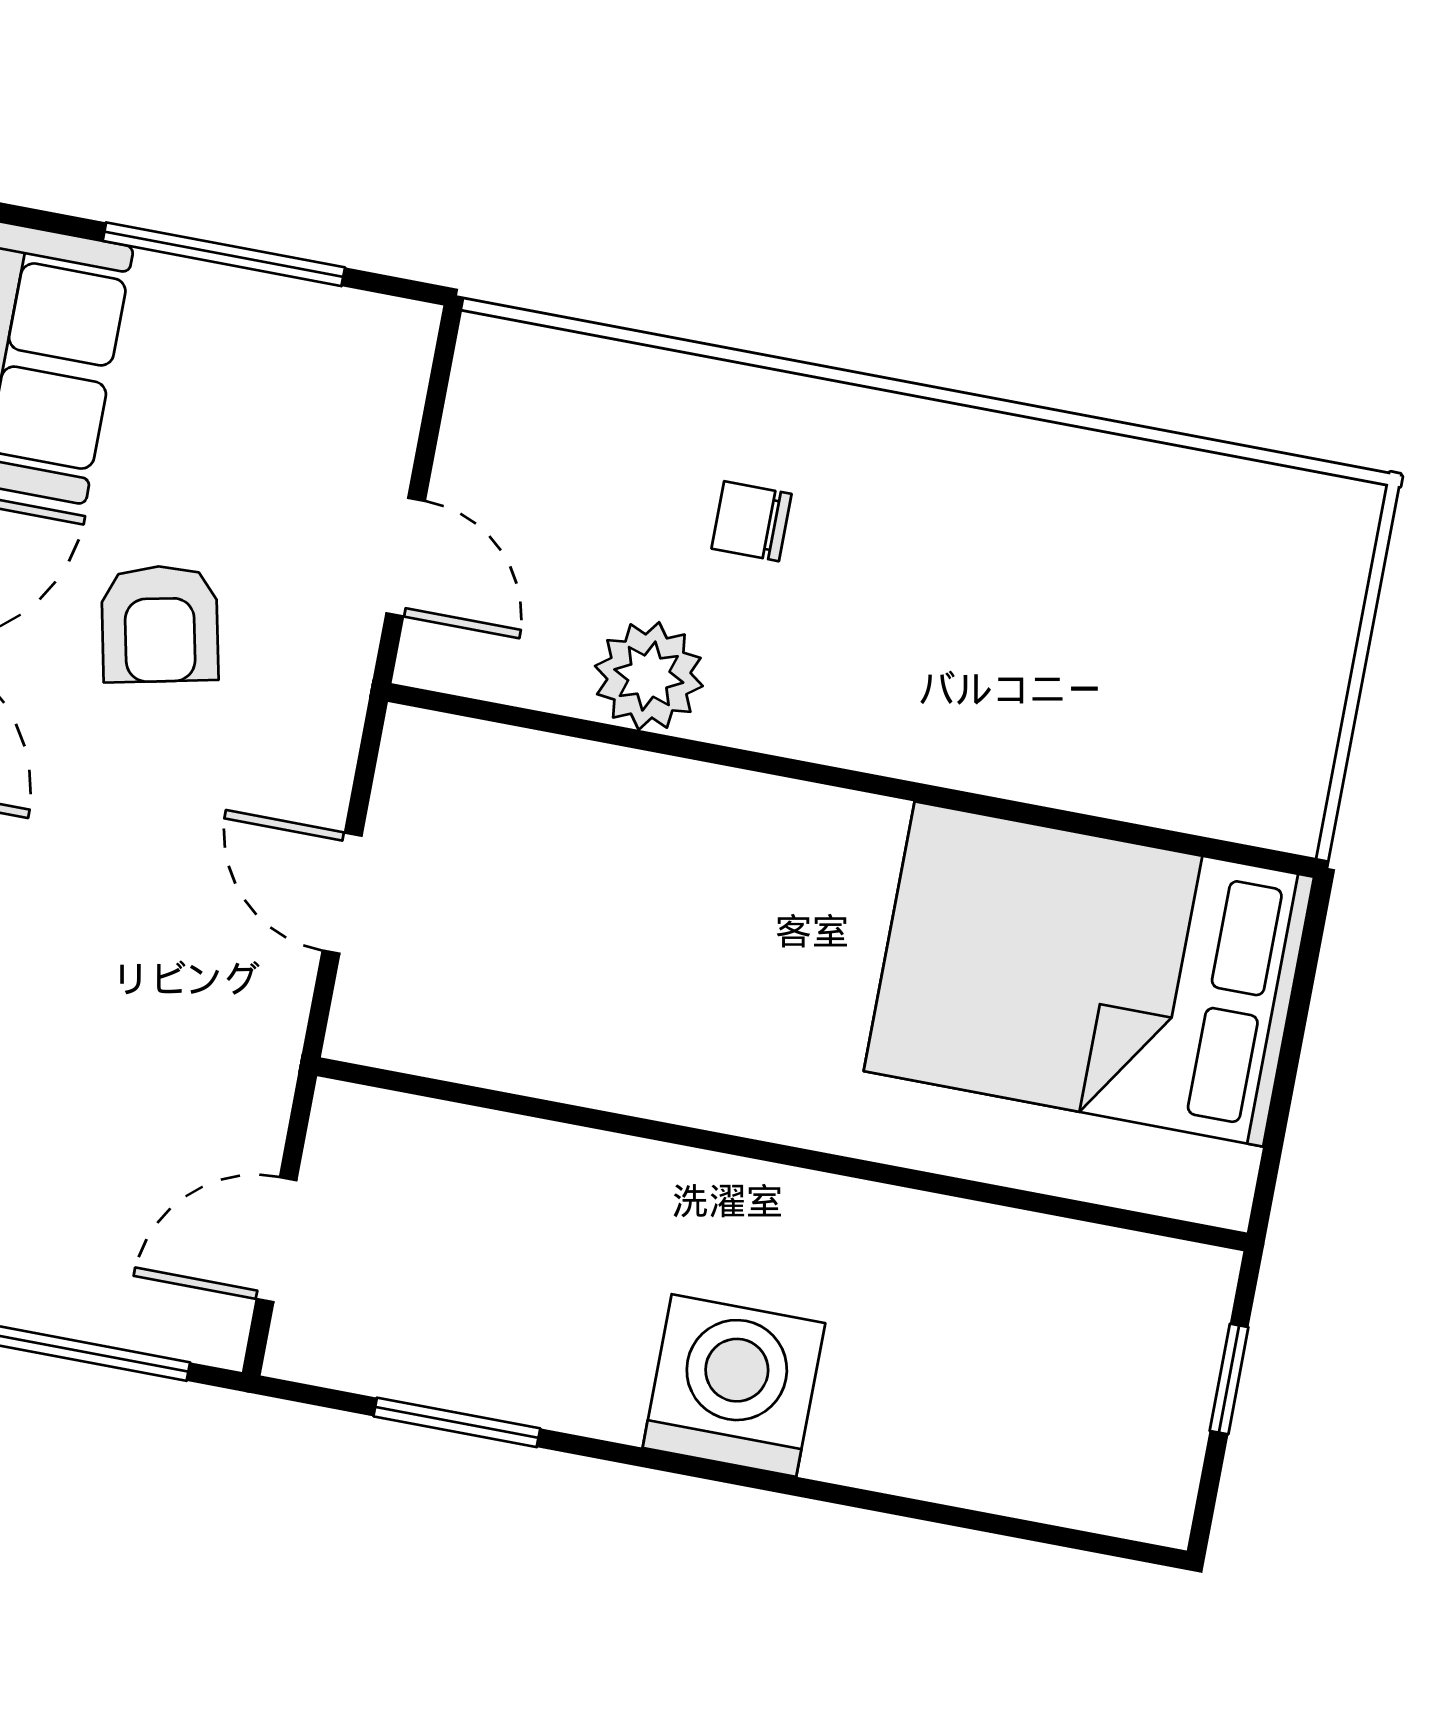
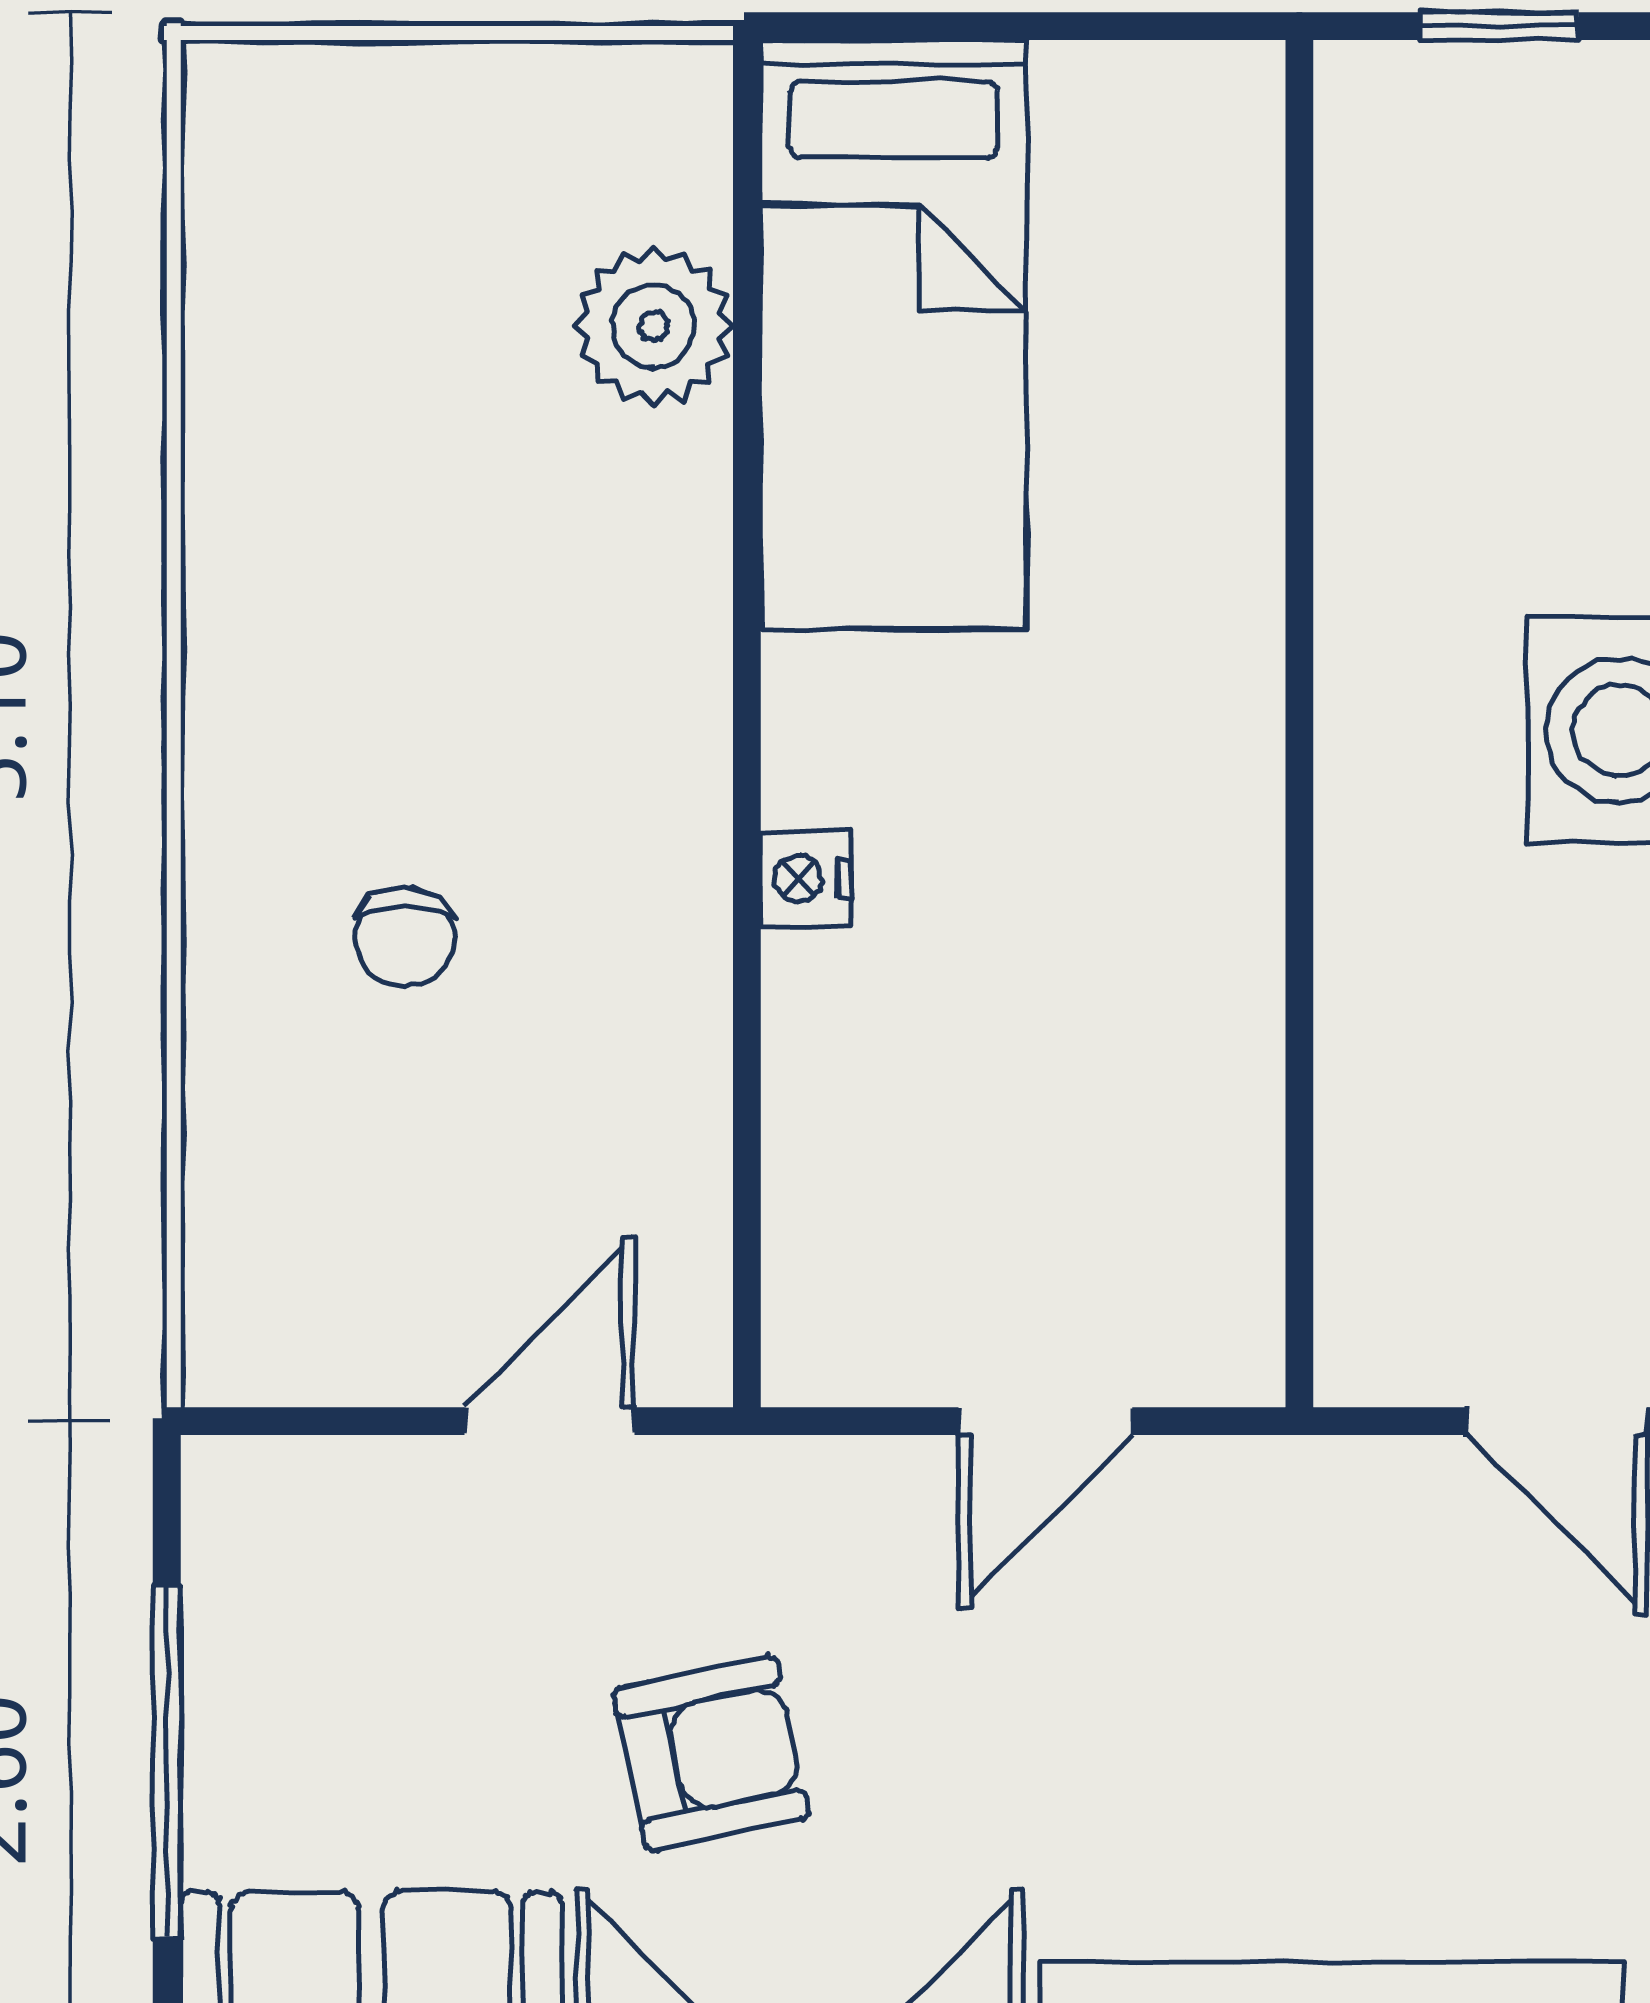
plant: (649, 676) -> (653, 326), moved
nightstand: (740, 800) -> (806, 878), added
bed: (1089, 974) -> (893, 335), width x0.67

